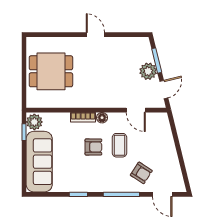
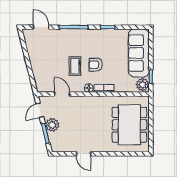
door: (95, 35) -> (83, 154), moved
dining table: (51, 71) -> (129, 125), width x1.38
armchair: (141, 173) -> (58, 44), removed

